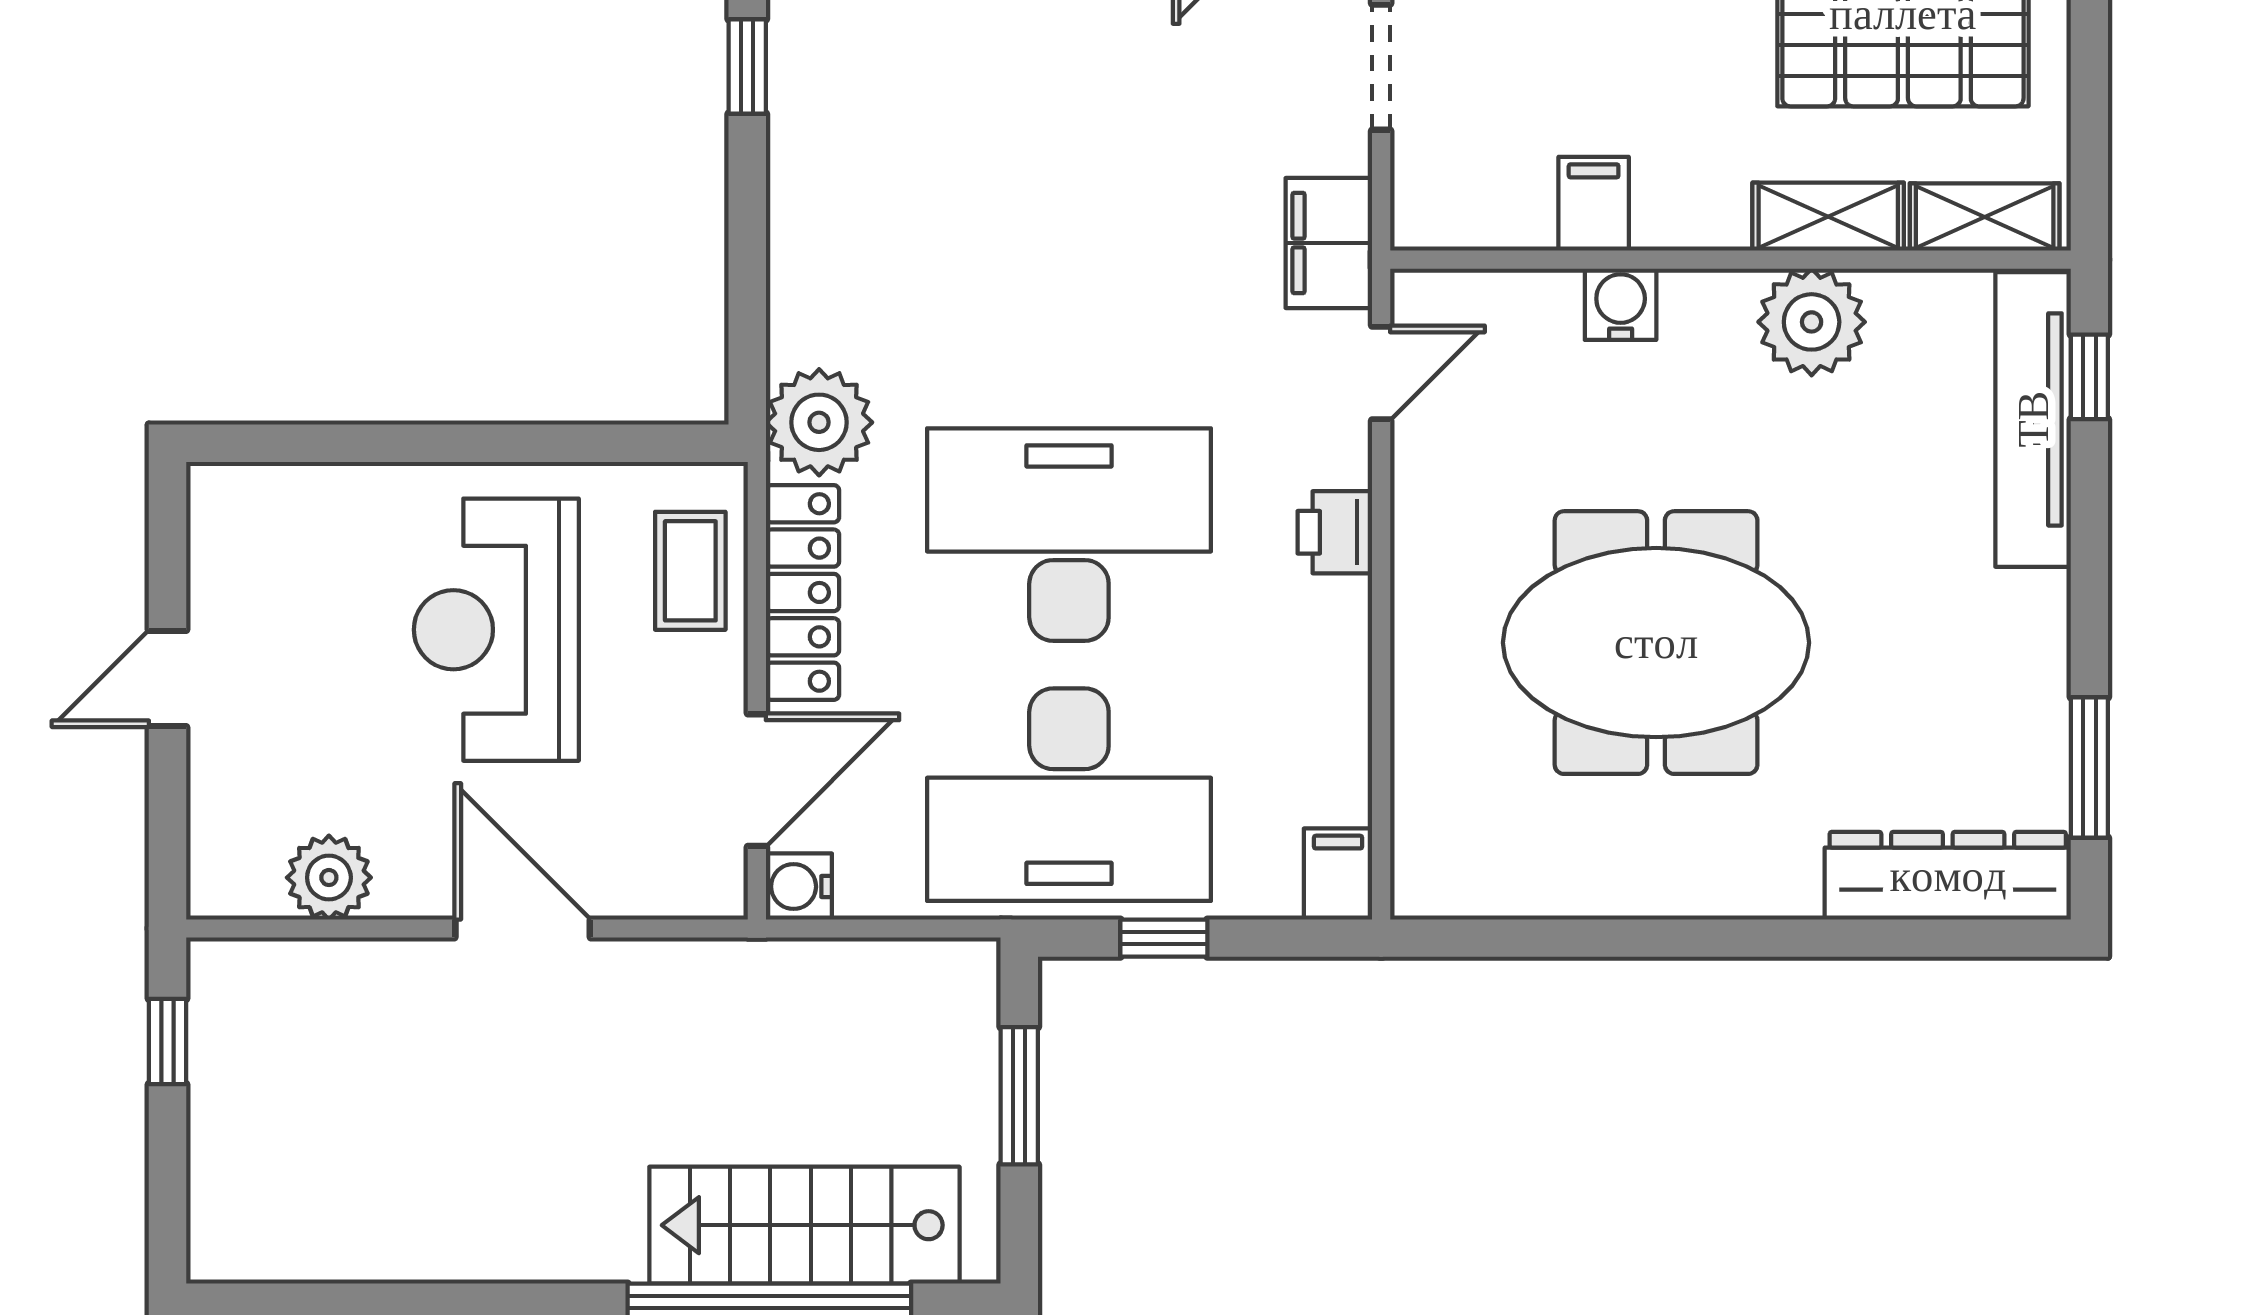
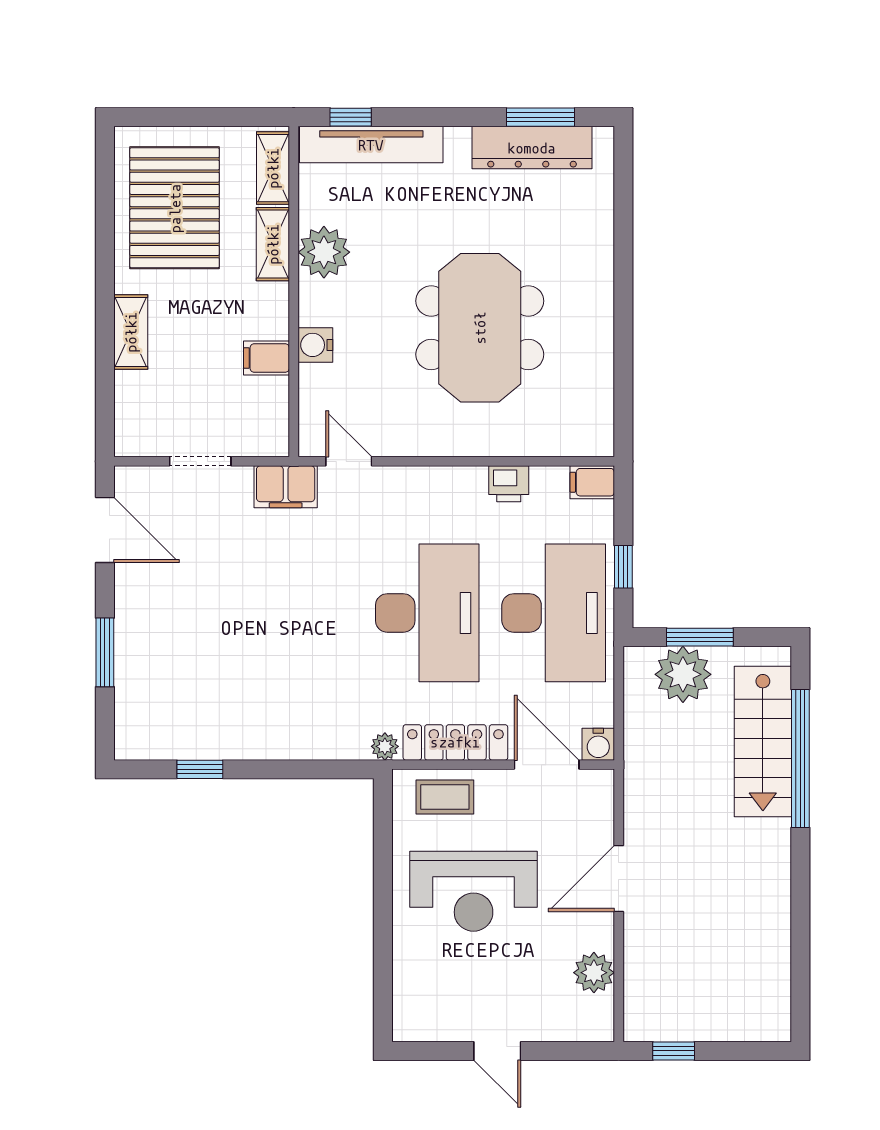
plant: (819, 422) -> (385, 746), width x0.53, depth x0.53
printer: (1335, 532) -> (509, 484), moved
desk: (1069, 535) -> (427, 613), turned 180
dresser: (1948, 876) -> (532, 148), moved, turned -90
plant: (943, 1061) -> (683, 674), added

